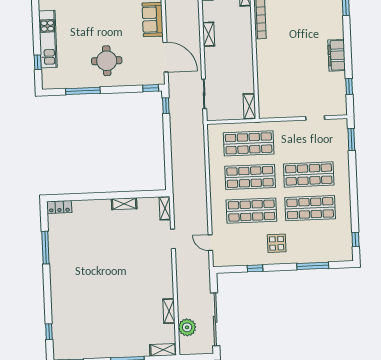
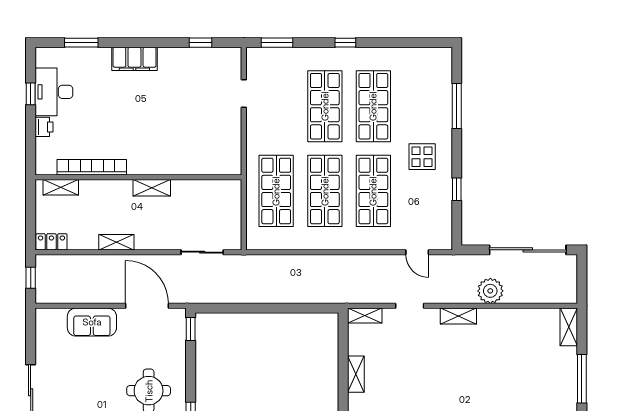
filing cabinet: (337, 55) -> (134, 59), moved
door: (165, 57) -> (147, 306), hinge flipped
window: (166, 106) -> (217, 308), removed
shelving: (249, 106) -> (152, 188), moved
window: (356, 239) -> (345, 43), moved
door: (210, 243) -> (417, 252), hinge flipped
shelving: (169, 311) -> (458, 316), moved
plant: (187, 327) -> (490, 291), moved

